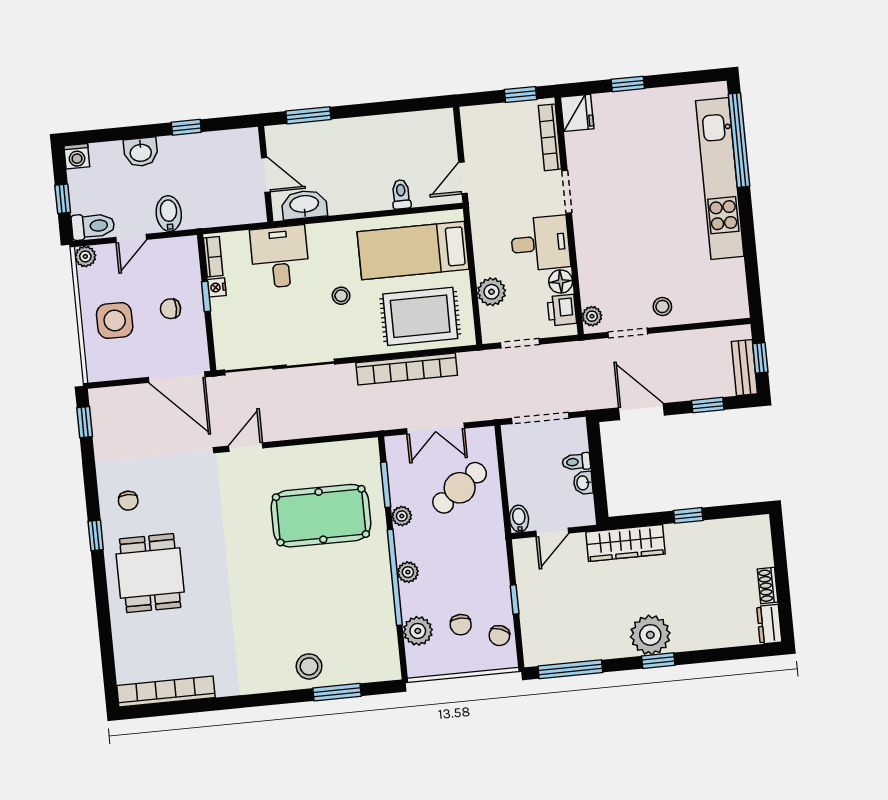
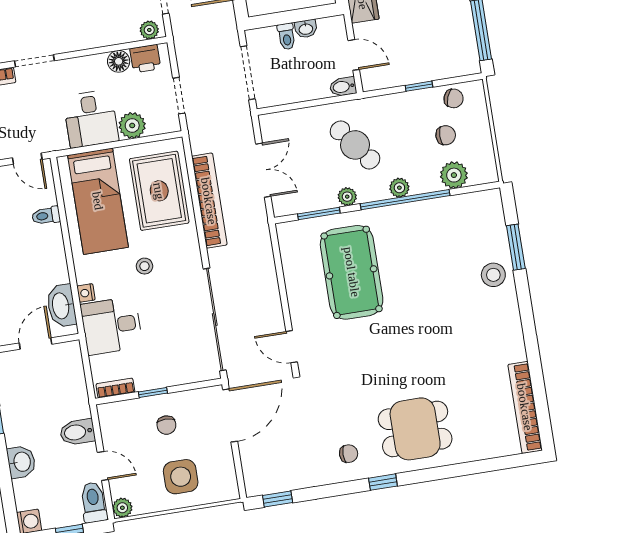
desk: (540, 243) -> (91, 119), moved, turned 180
nightstand: (217, 287) -> (86, 293), moved, turned 90
cafe table: (460, 488) -> (355, 145), moved

